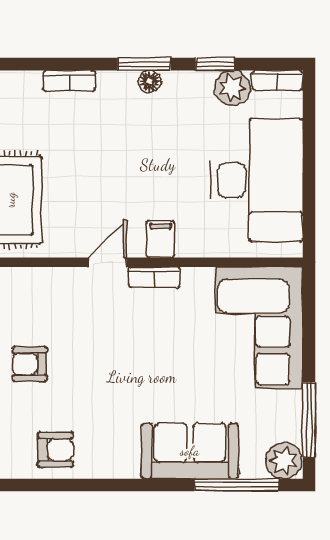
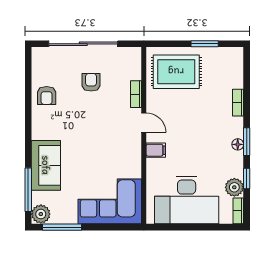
bookcase: (154, 277) -> (136, 94), moved

